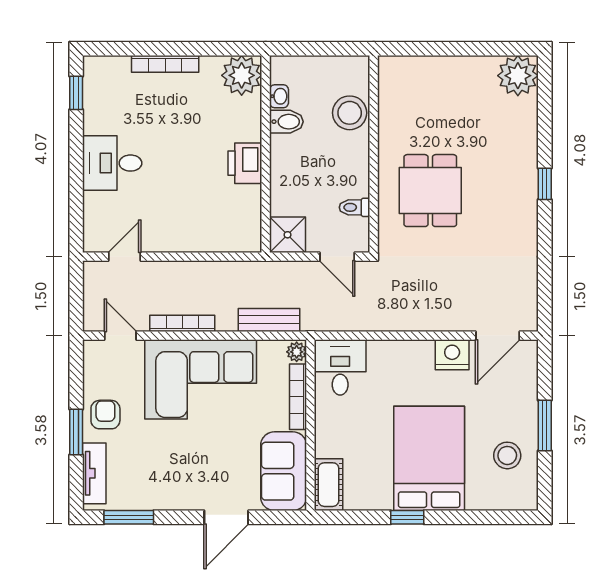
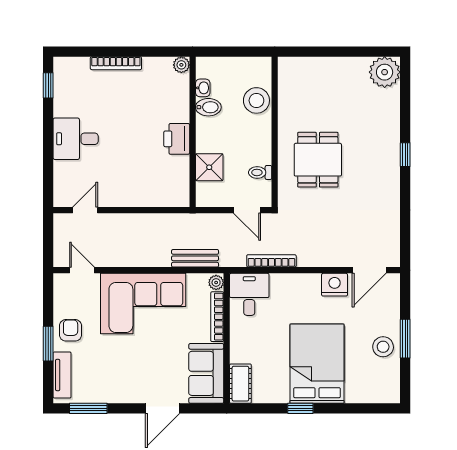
plant: (242, 75) -> (181, 65), width x0.53, depth x0.53
shower: (288, 235) -> (209, 167), moved
bookcase: (182, 323) -> (271, 261), moved
stool: (507, 455) -> (383, 347), moved

